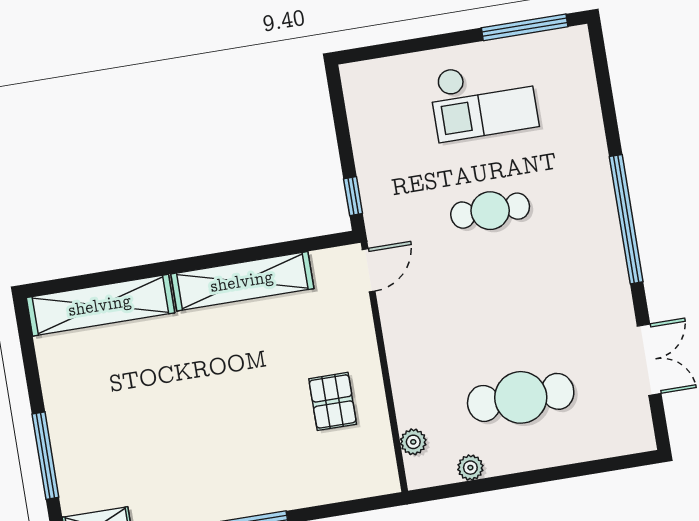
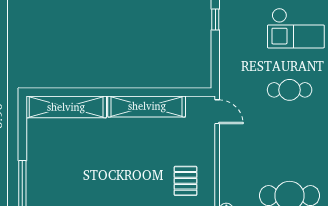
window: (353, 196) -> (215, 20), moved
door: (369, 270) -> (217, 112), hinge flipped

